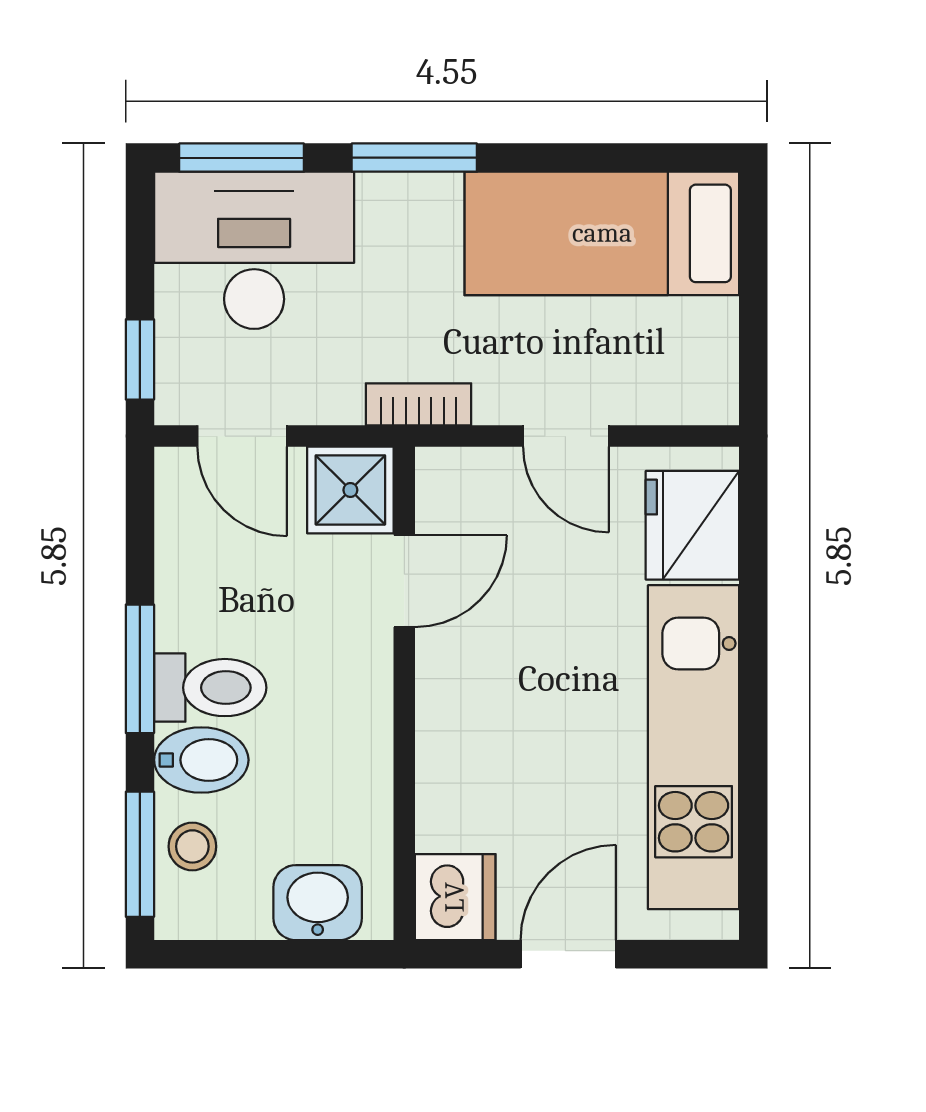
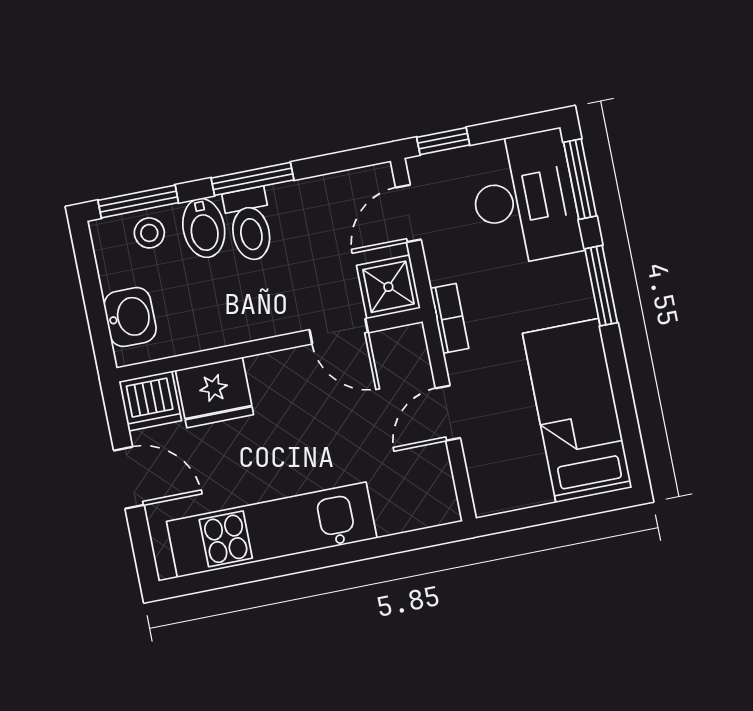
fridge: (692, 525) -> (215, 393), moved, turned 180

